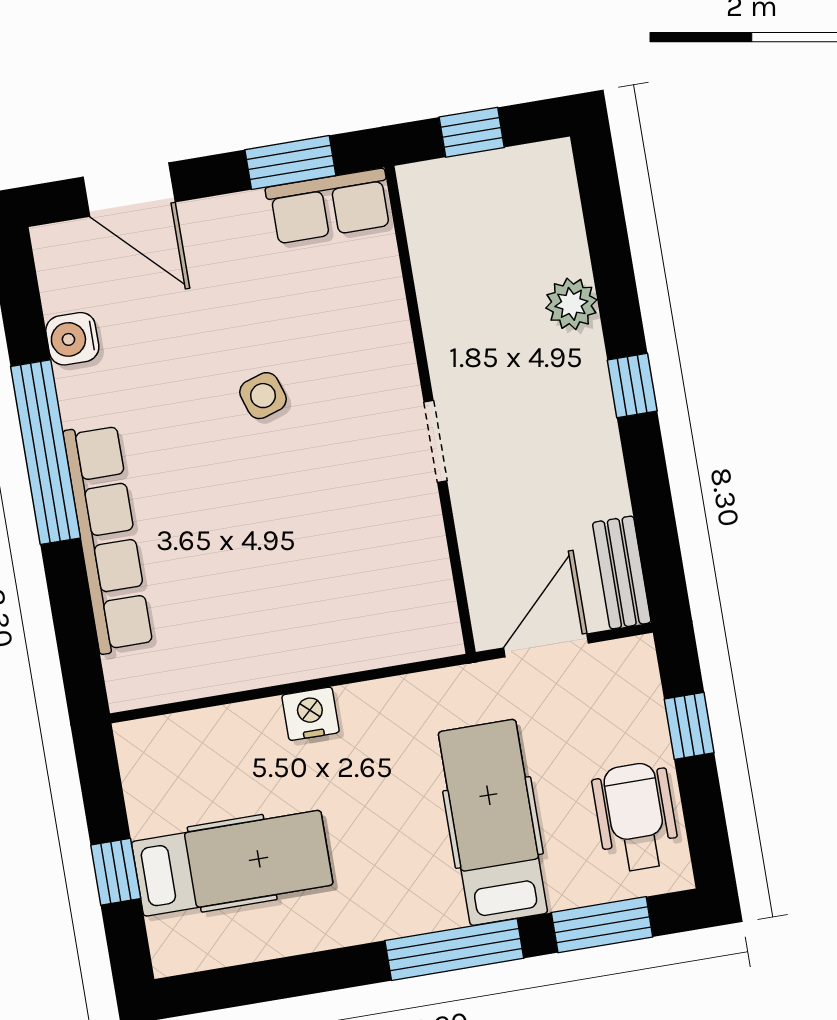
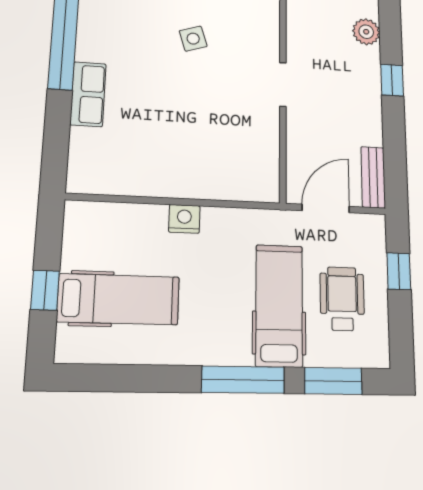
row of seats: (108, 538) -> (88, 94), width x0.50
wheelchair: (636, 817) -> (342, 299), moved

